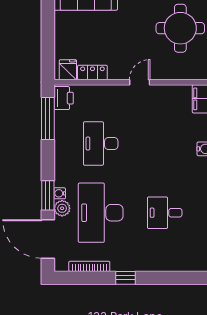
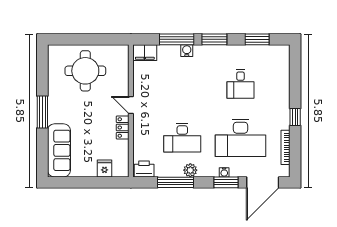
fridge: (68, 70) -> (104, 168), moved, turned 90
locker: (92, 73) -> (123, 127), moved
window: (48, 118) -> (176, 182), moved
plant: (62, 208) -> (190, 170), moved

